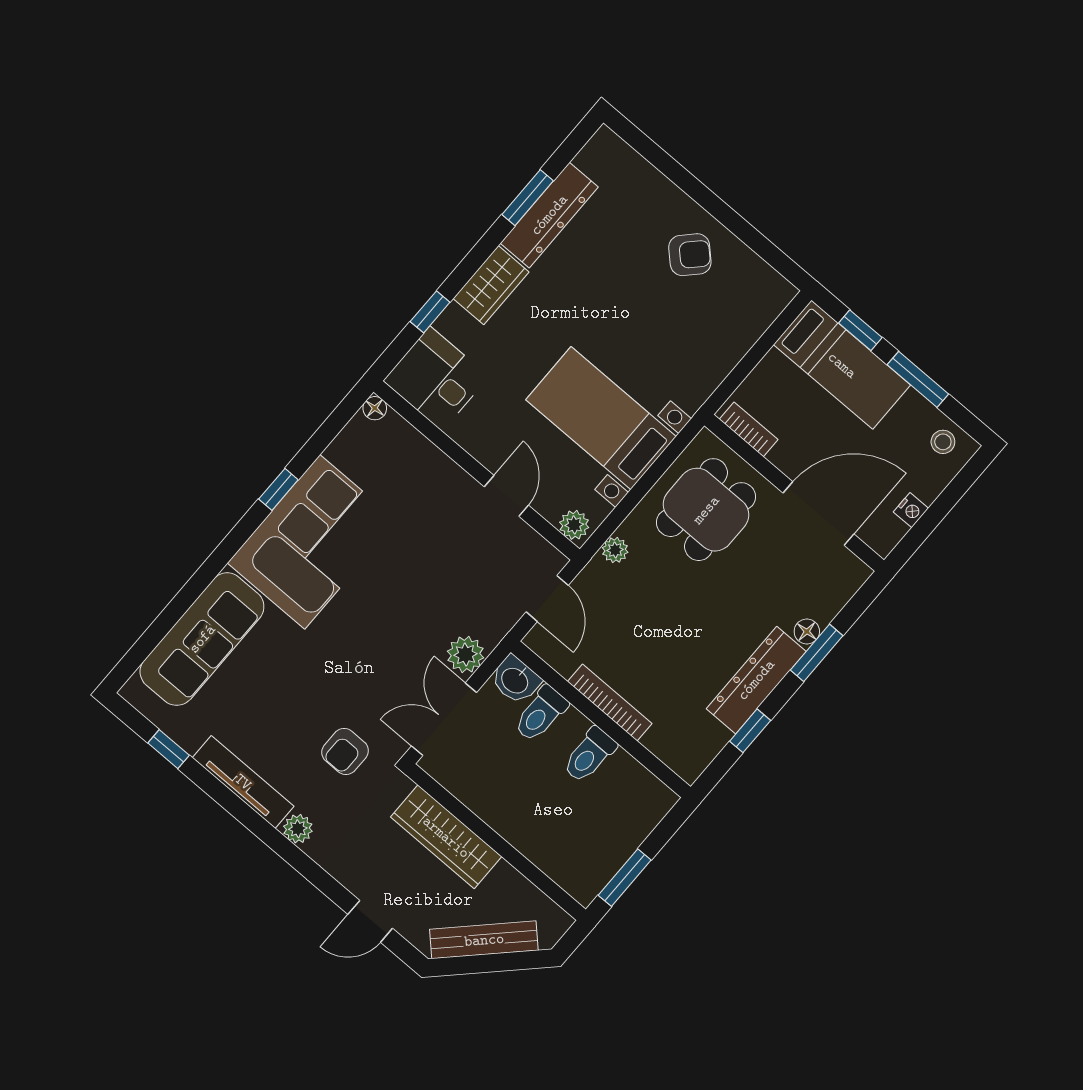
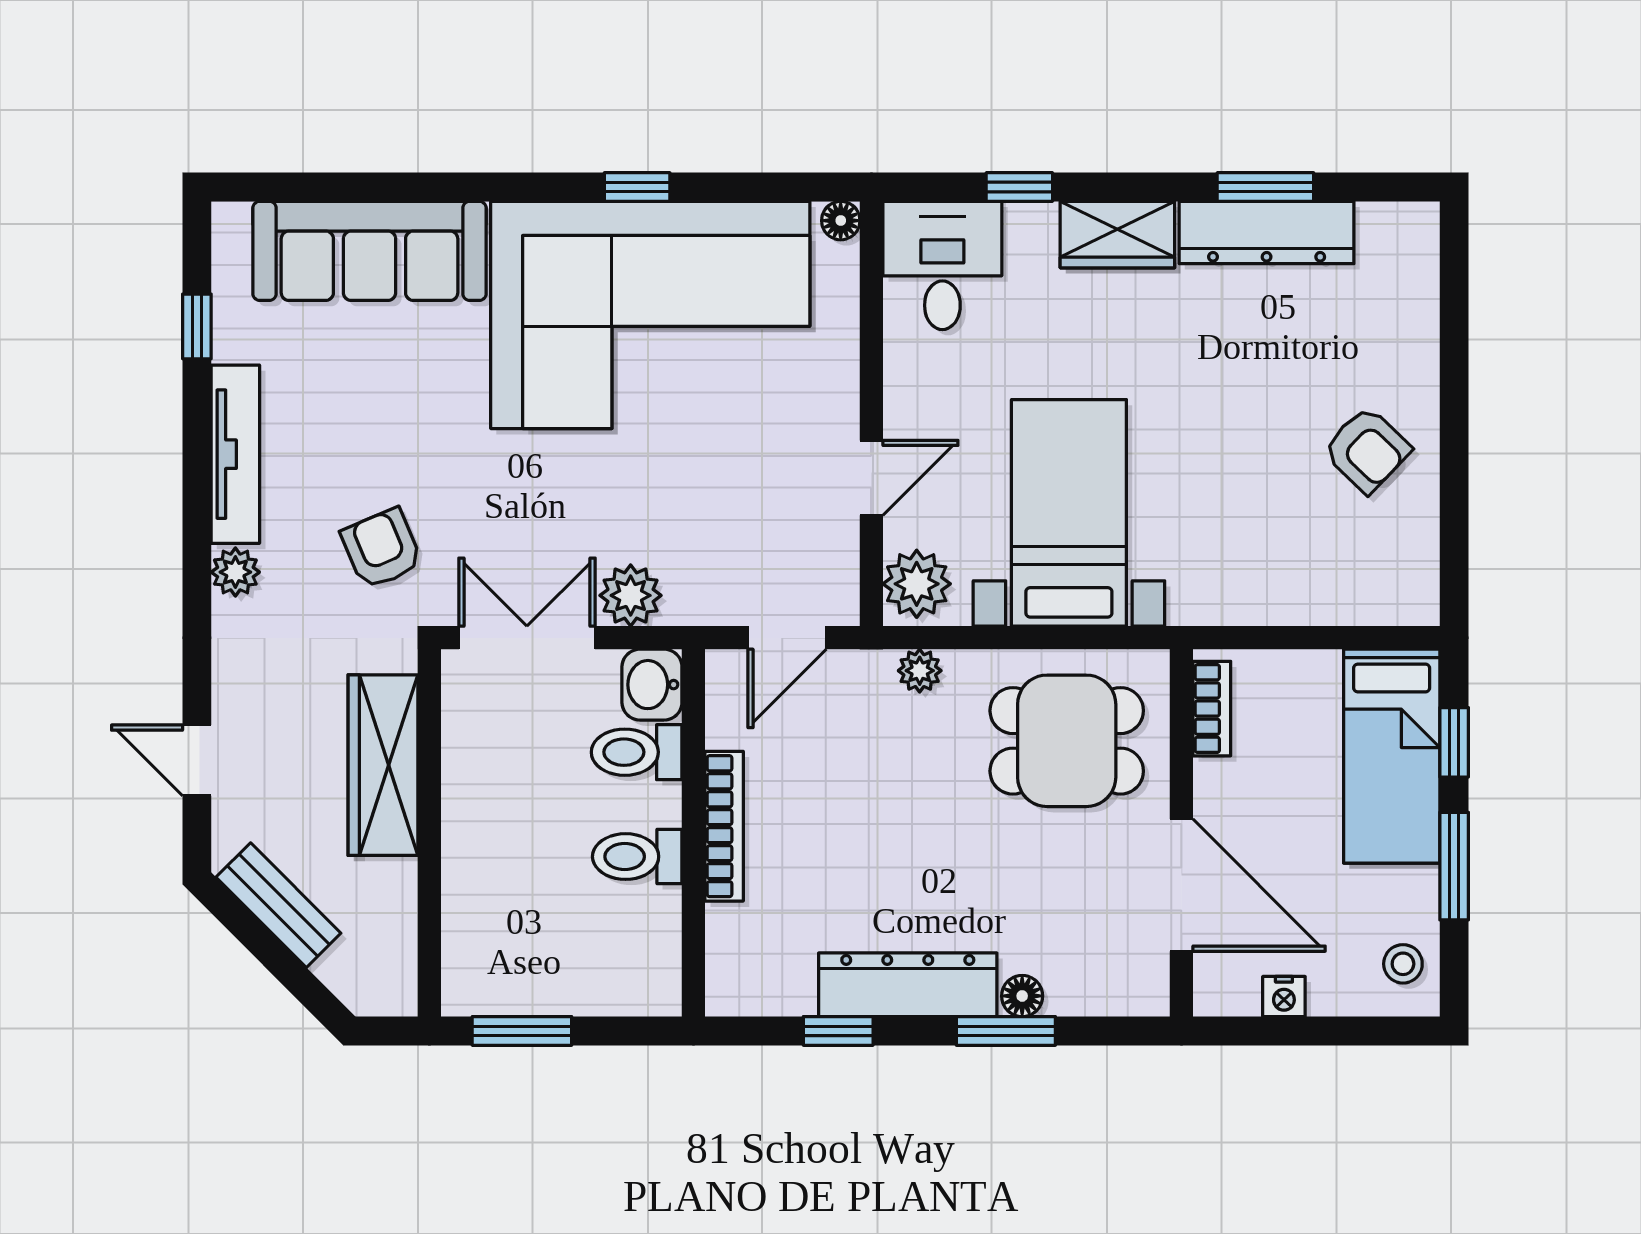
plant: (574, 525) -> (917, 584), width x1.38, depth x1.38
corner sofa: (312, 542) -> (650, 315), width x1.36, depth x1.36
armchair: (345, 751) -> (382, 549), turned 67
bench: (484, 940) -> (278, 905), width x0.73

